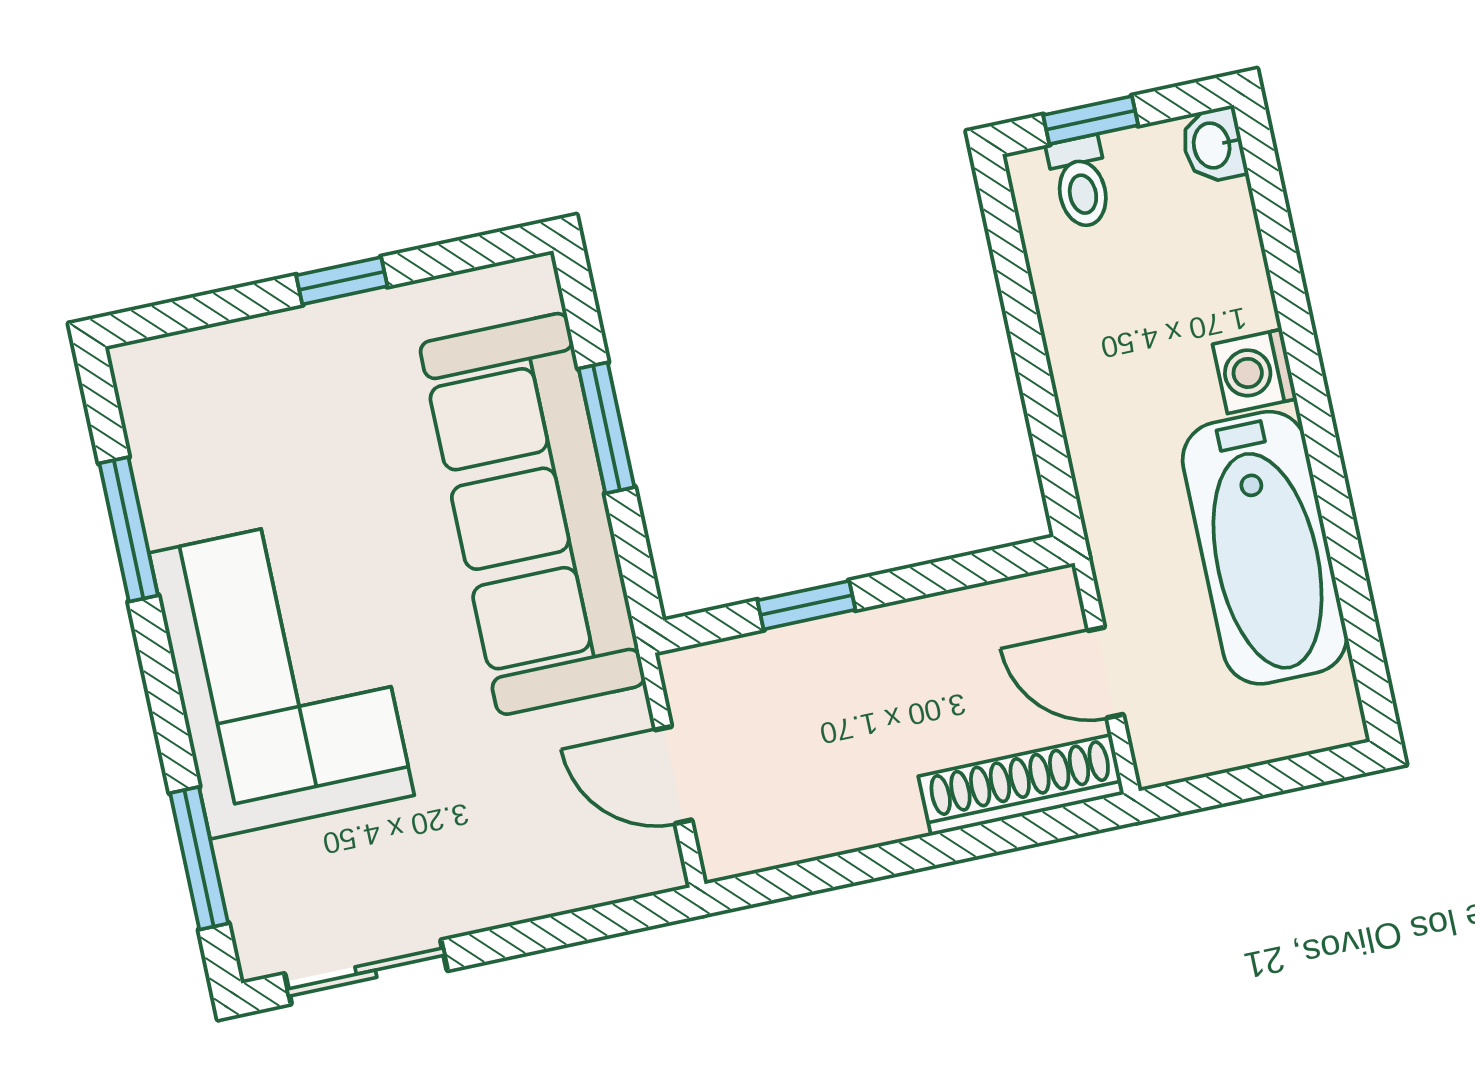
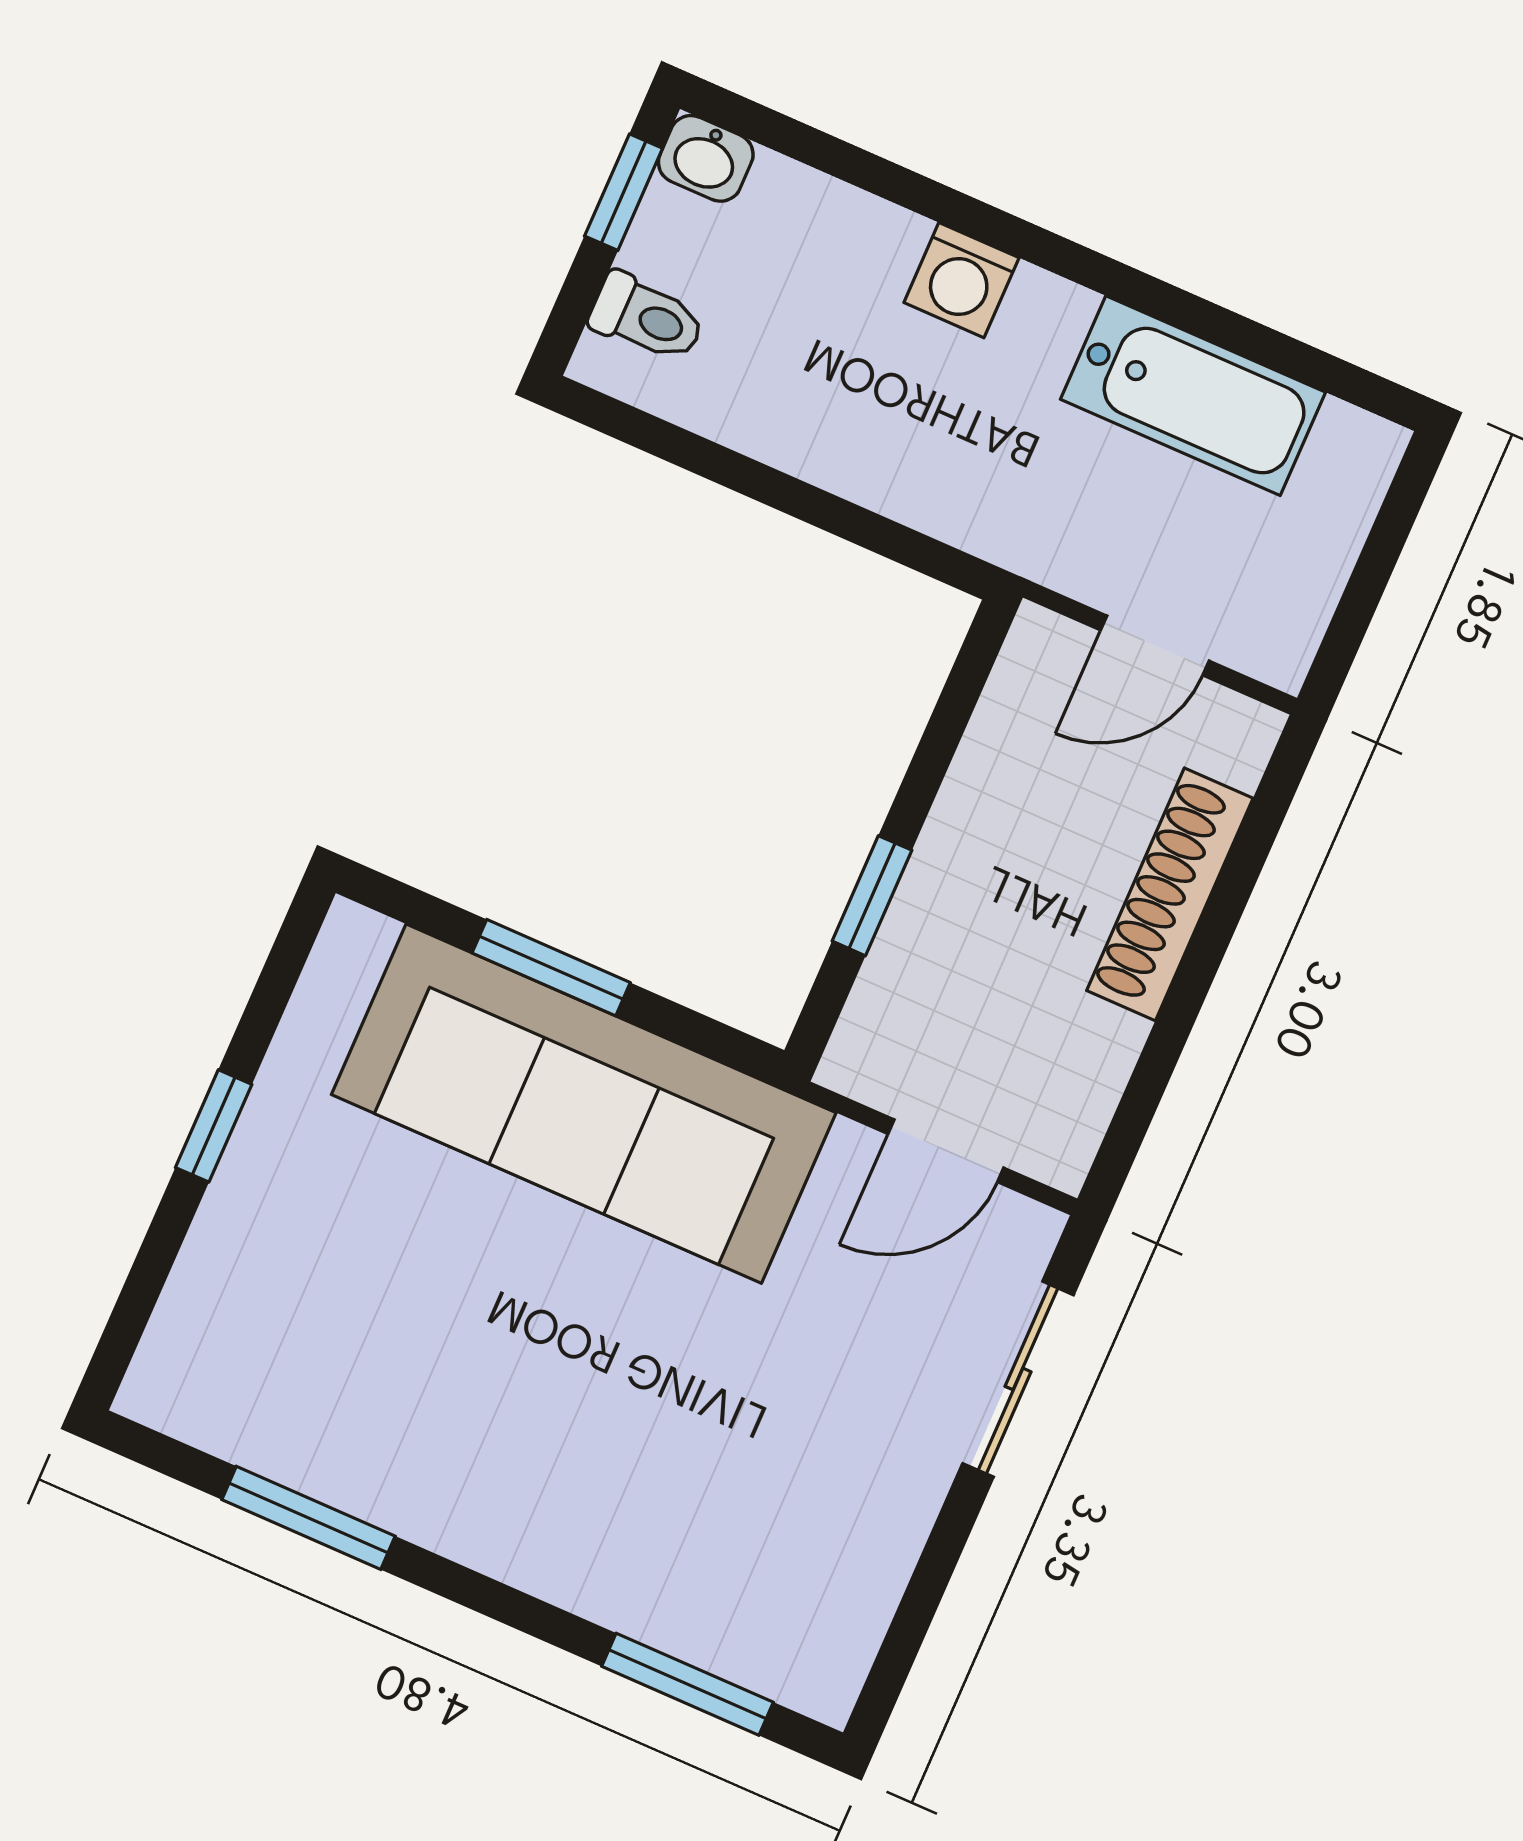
window: (1091, 120) -> (624, 192), moved
bathtub: (1265, 548) -> (1193, 396), width x0.73, depth x0.73
corner sofa: (282, 674) -> (563, 1469), removed
shoe rack: (1021, 785) -> (1170, 894), moved
sliding door: (366, 972) -> (1018, 1379), moved

